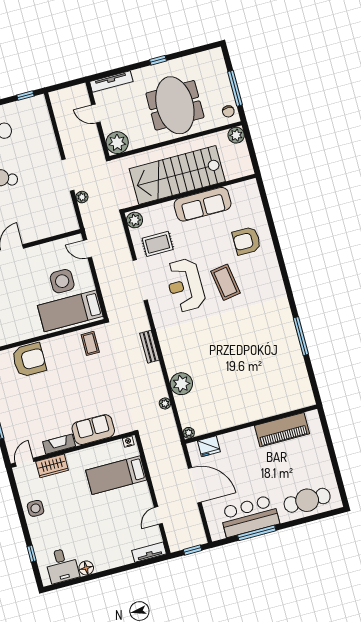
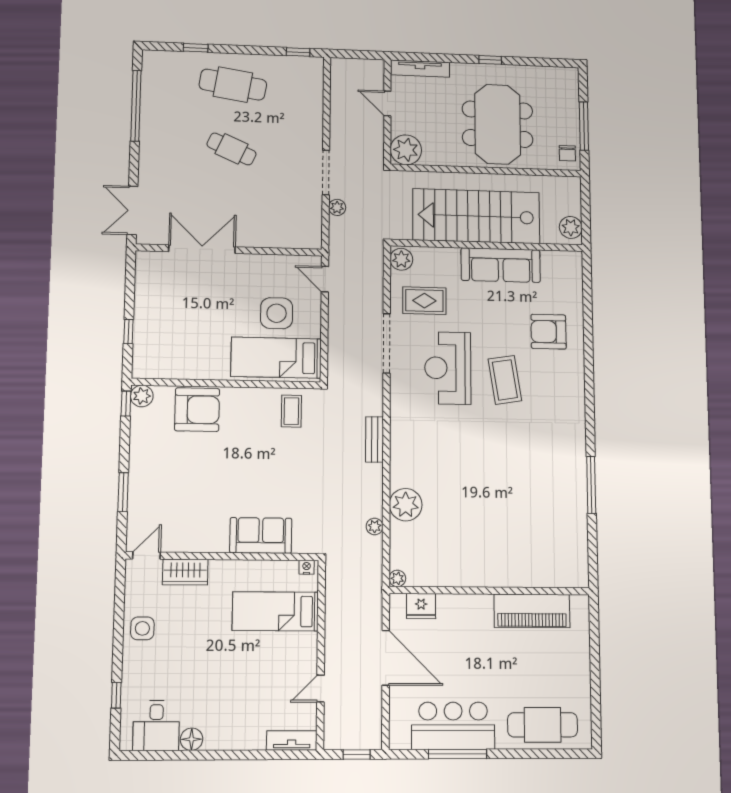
plant: (236, 135) -> (571, 227), moved
fireplace: (59, 444) -> (205, 543), removed

